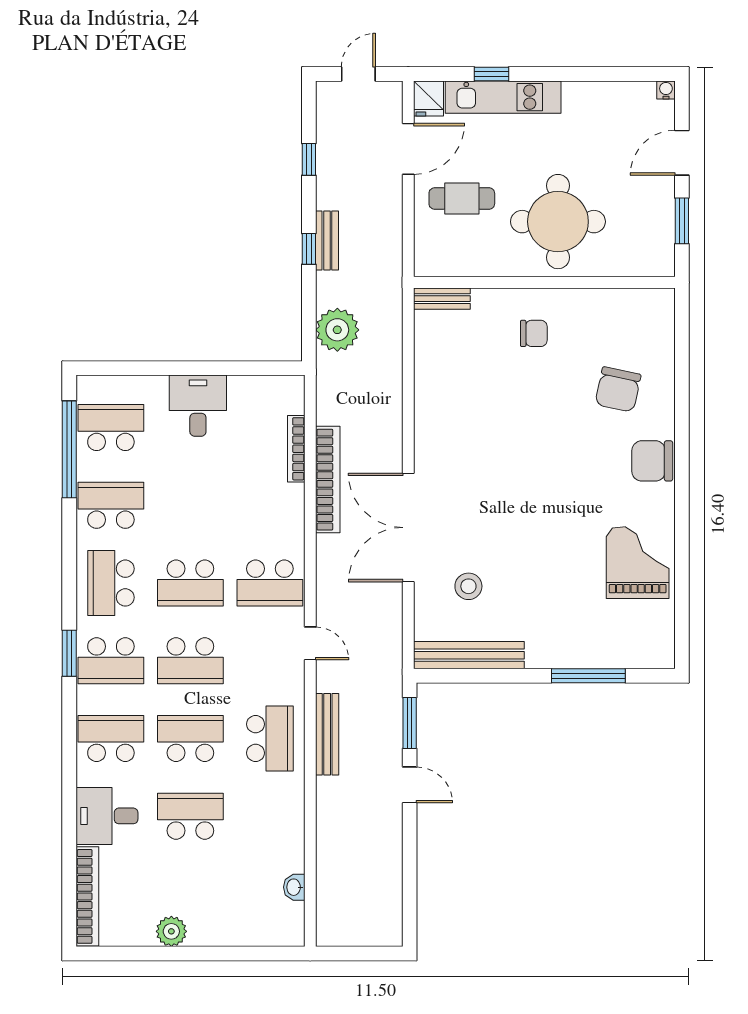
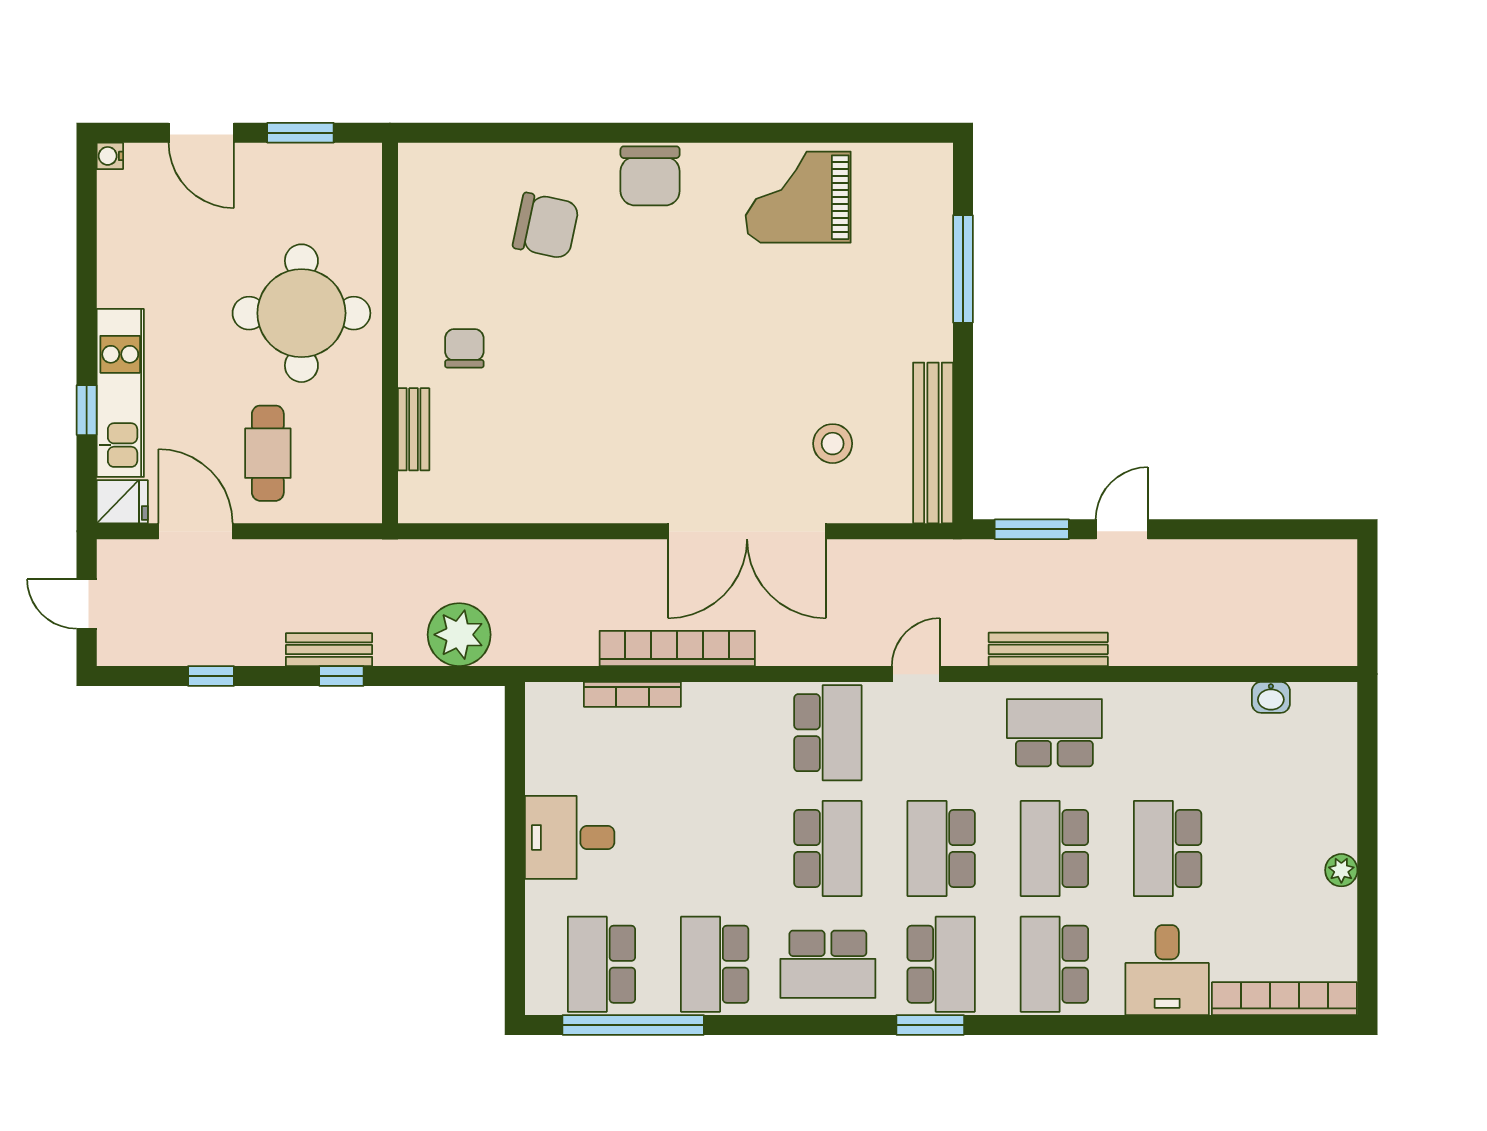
bench: (442, 299) -> (414, 429), moved
school desk: (190, 661) -> (941, 848), turned 180
plant: (171, 931) -> (1341, 870), width x0.73, depth x0.73

